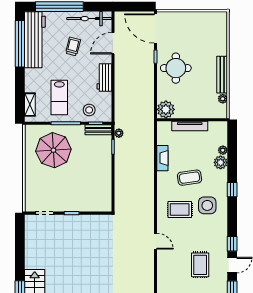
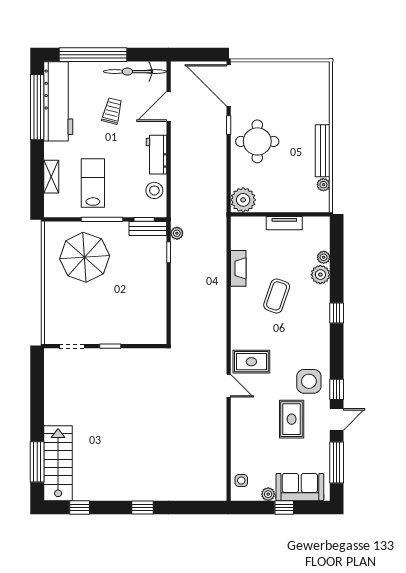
lab bench: (59, 98) -> (93, 183), turned 180
shelving: (30, 105) -> (51, 177), moved
stool: (89, 110) -> (154, 190), moved
tv unit: (190, 126) -> (284, 223), width x0.71
coffee table: (189, 178) -> (277, 296), turned -63
side table: (207, 205) -> (309, 381), moved
rug: (180, 209) -> (251, 362), moved

